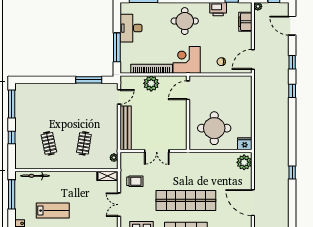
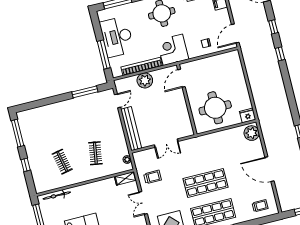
desk: (131, 28) -> (117, 37), width x1.36, depth x1.30
shop shelf: (186, 200) -> (206, 183), width x0.71

